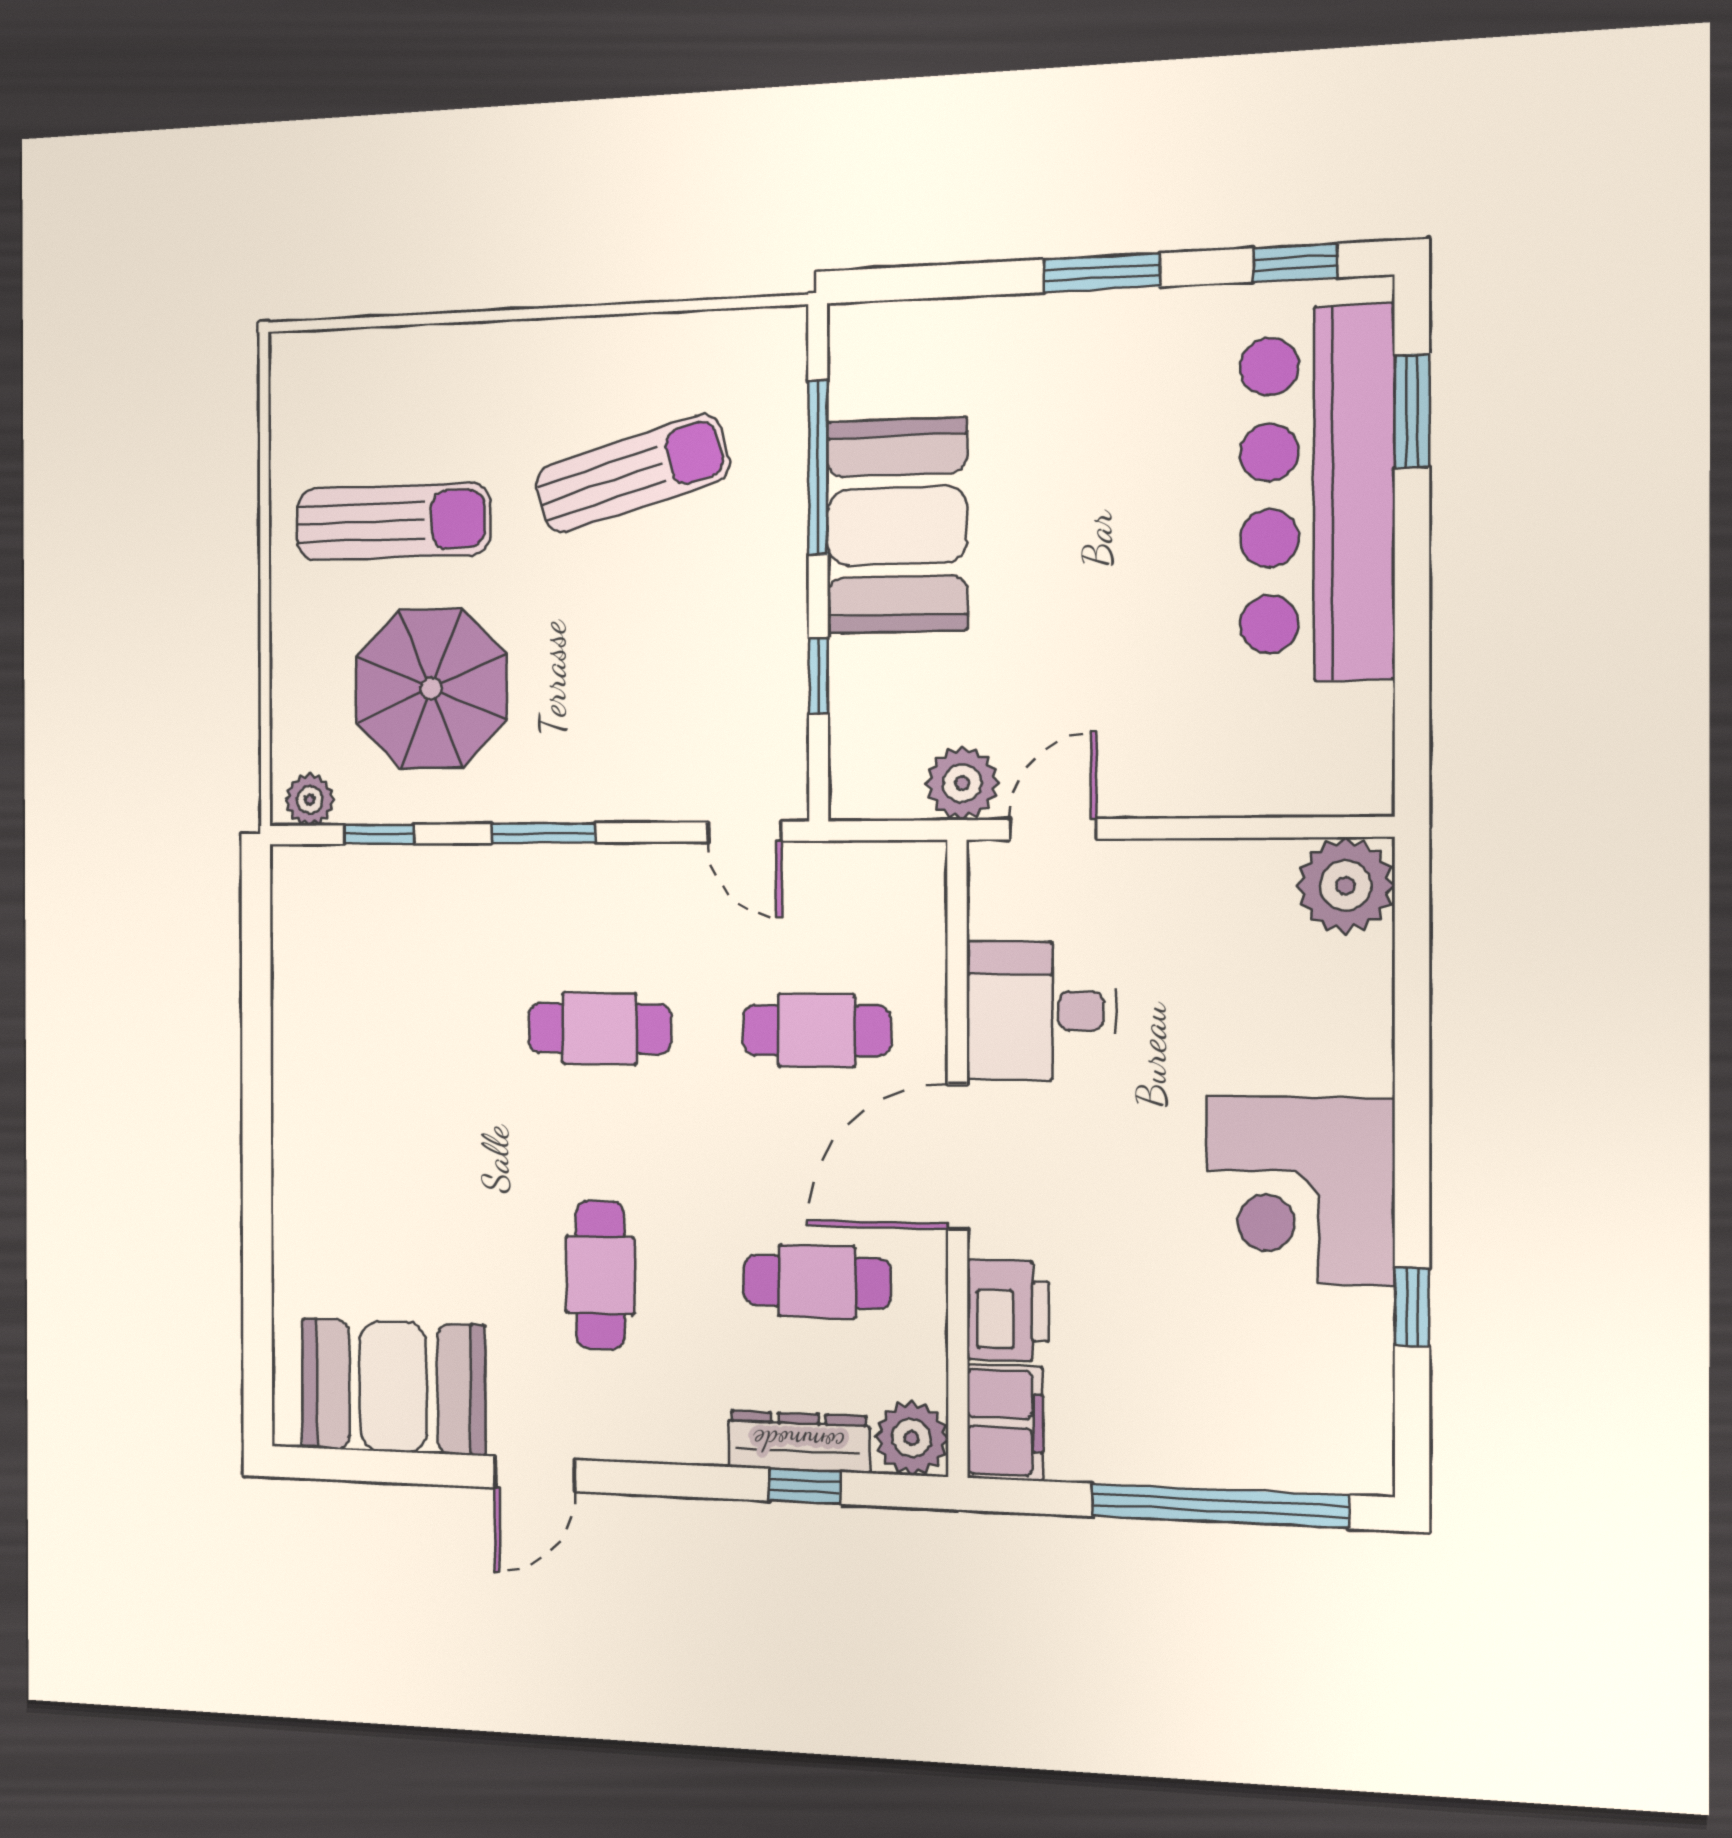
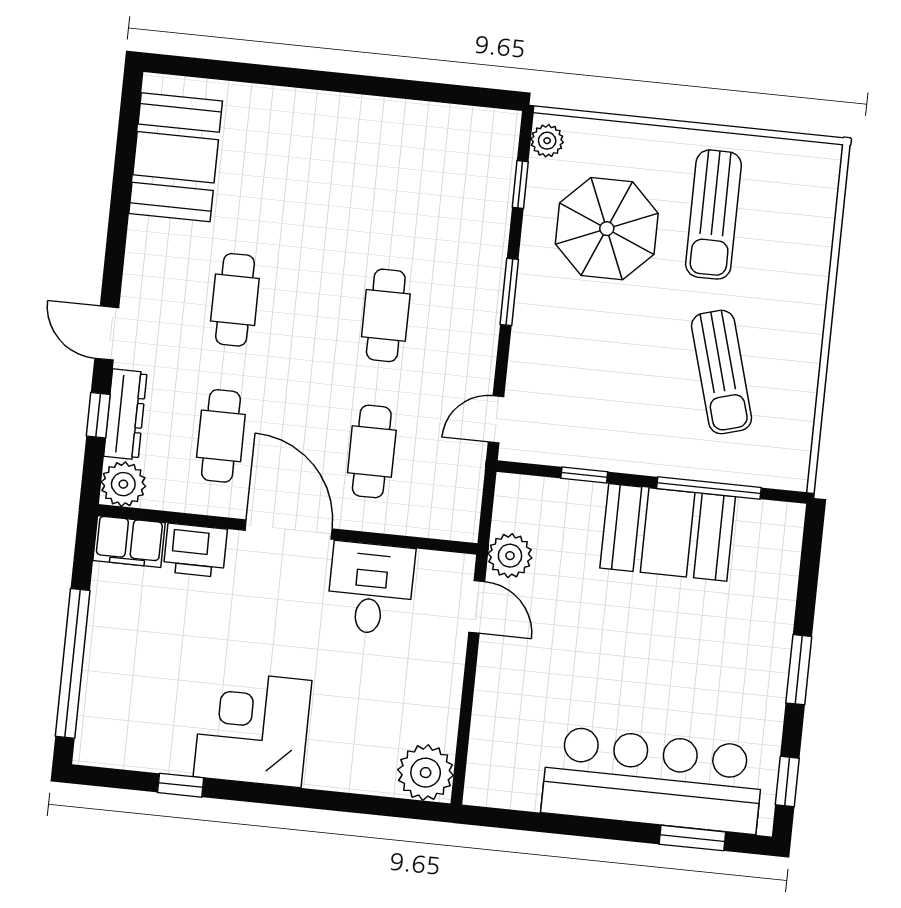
cafe table: (600, 1275) -> (235, 300), turned 90
door: (534, 1474) -> (107, 333), moved

